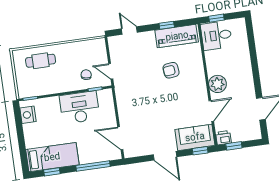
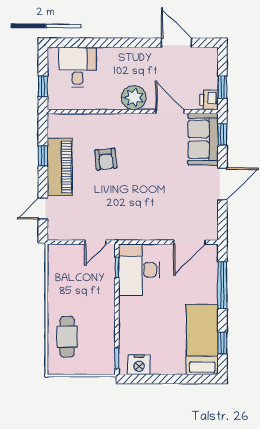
desk: (216, 35) -> (78, 67), moved, turned 180
piano: (177, 36) -> (60, 167), moved
chair: (86, 75) -> (95, 277), removed
desk: (80, 107) -> (139, 270), moved

